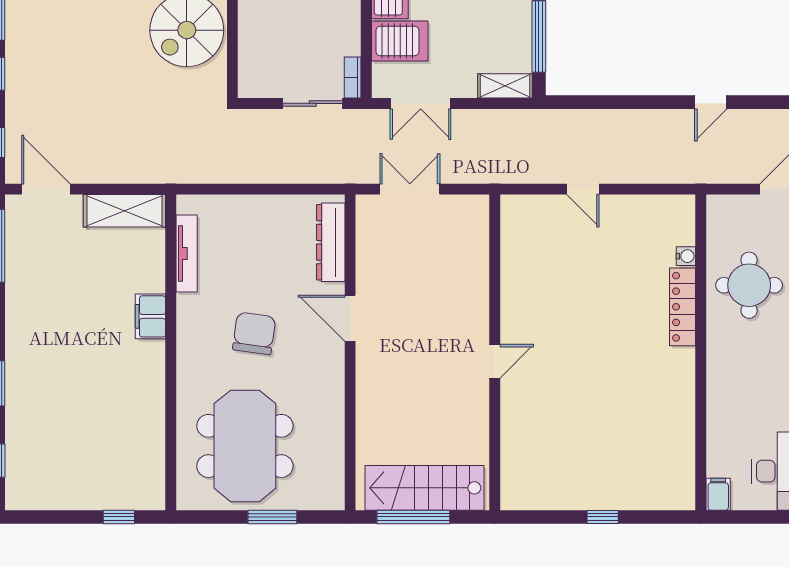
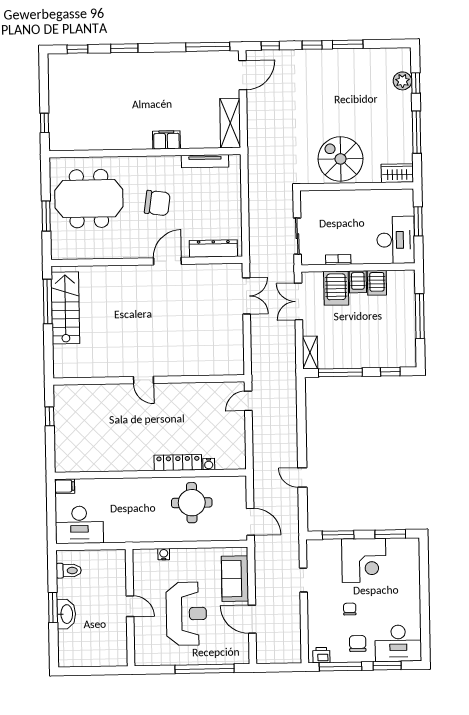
bookcase: (353, 78) -> (338, 260), moved
wall: (495, 352) -> (149, 380), moved
door: (495, 361) -> (143, 380), moved

